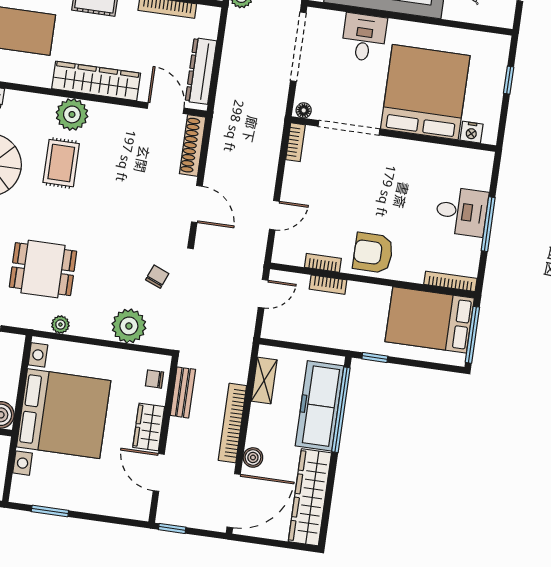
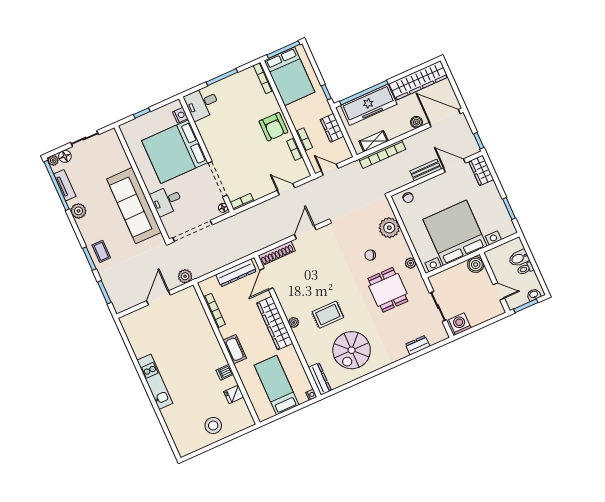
plant: (72, 114) -> (294, 322), width x0.53, depth x0.53
desk: (462, 212) -> (202, 103), moved, turned -90
chair: (157, 277) -> (370, 255), moved
wardrobe: (320, 334) -> (332, 128), added
bench: (183, 392) -> (426, 170), moved
bookcase: (232, 423) -> (382, 154), moved
wardrobe: (149, 427) -> (481, 170), moved, turned 90
door: (159, 472) -> (454, 165), swing flipped

